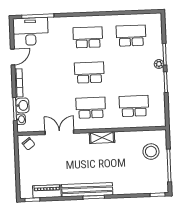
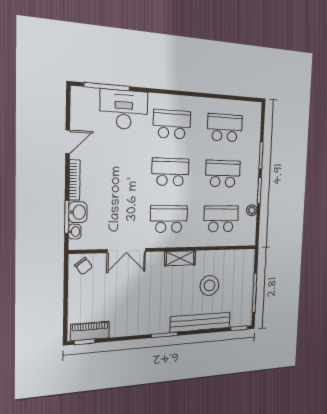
desk: (30, 31) -> (124, 110), moved
plant: (159, 64) -> (252, 210), moved
school desk: (132, 71) -> (223, 174), added
double door: (59, 132) -> (127, 251), swing flipped
stool: (151, 152) -> (209, 285), moved
bench: (87, 190) -> (200, 322), moved
piano: (47, 191) -> (90, 331), moved

